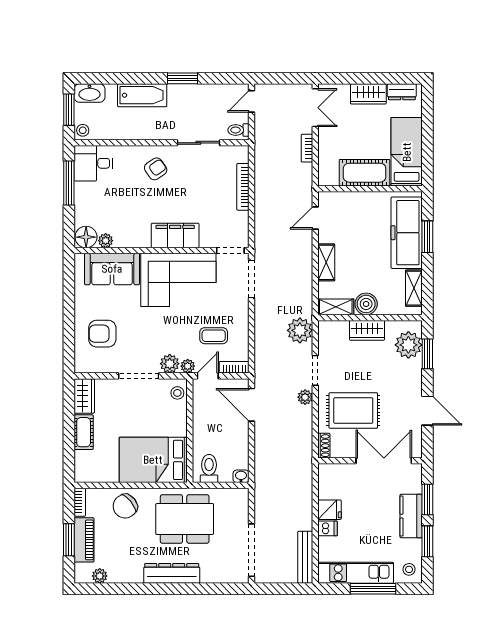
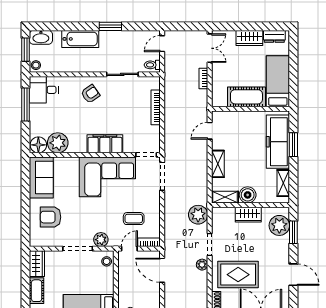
plant: (106, 241) -> (58, 143), width x1.87, depth x1.87
sofa: (112, 269) -> (41, 177), moved, turned -90
plant: (188, 366) -> (114, 241), removed

